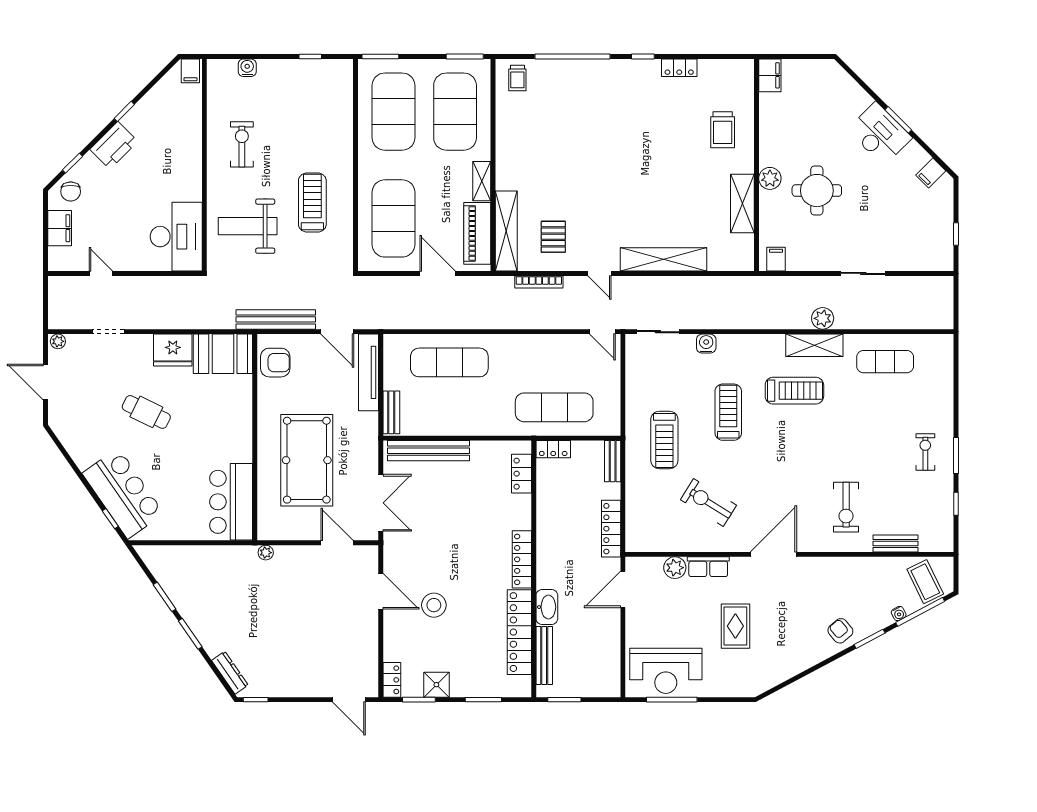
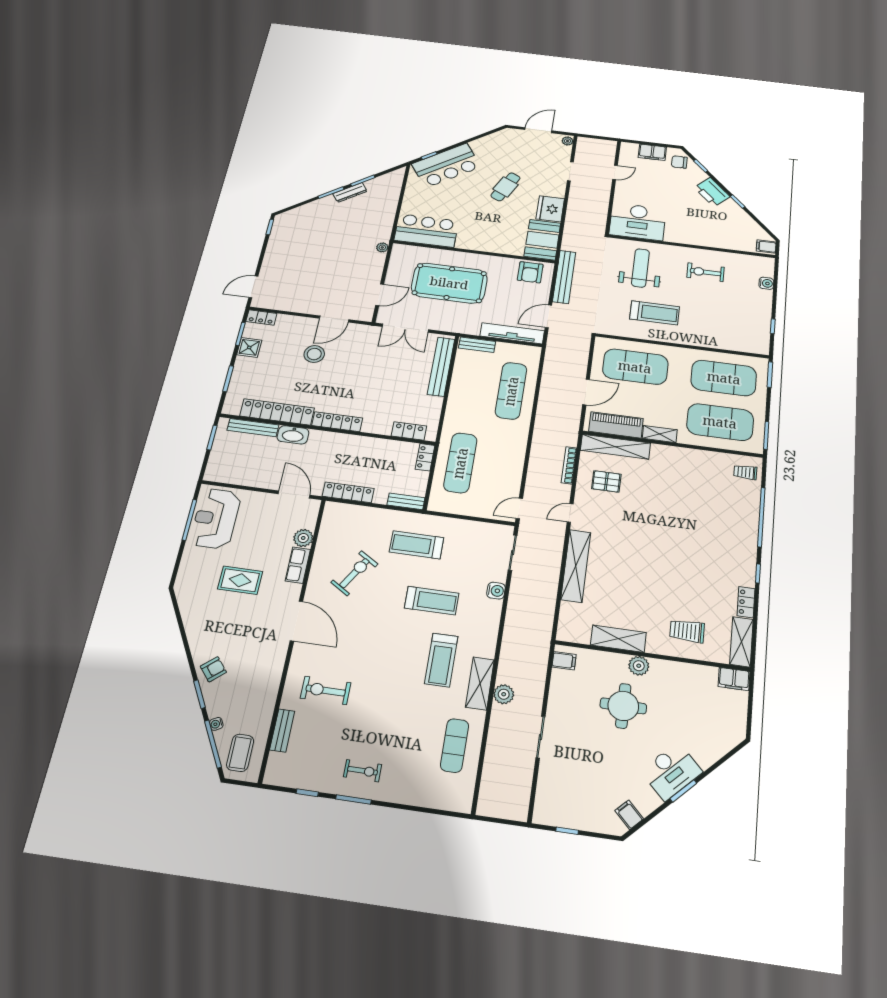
shelving: (726, 70) -> (741, 642), added
exercise bike: (242, 144) -> (706, 272), turned 180
coffee table: (925, 582) -> (240, 753), turned -64
dresser: (230, 673) -> (350, 192), moved

